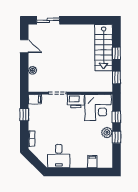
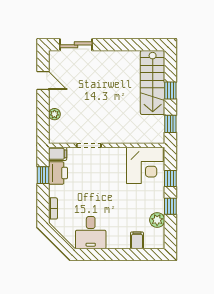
printer: (76, 101) -> (58, 173), moved, turned -90
plant: (107, 132) -> (157, 220), moved

